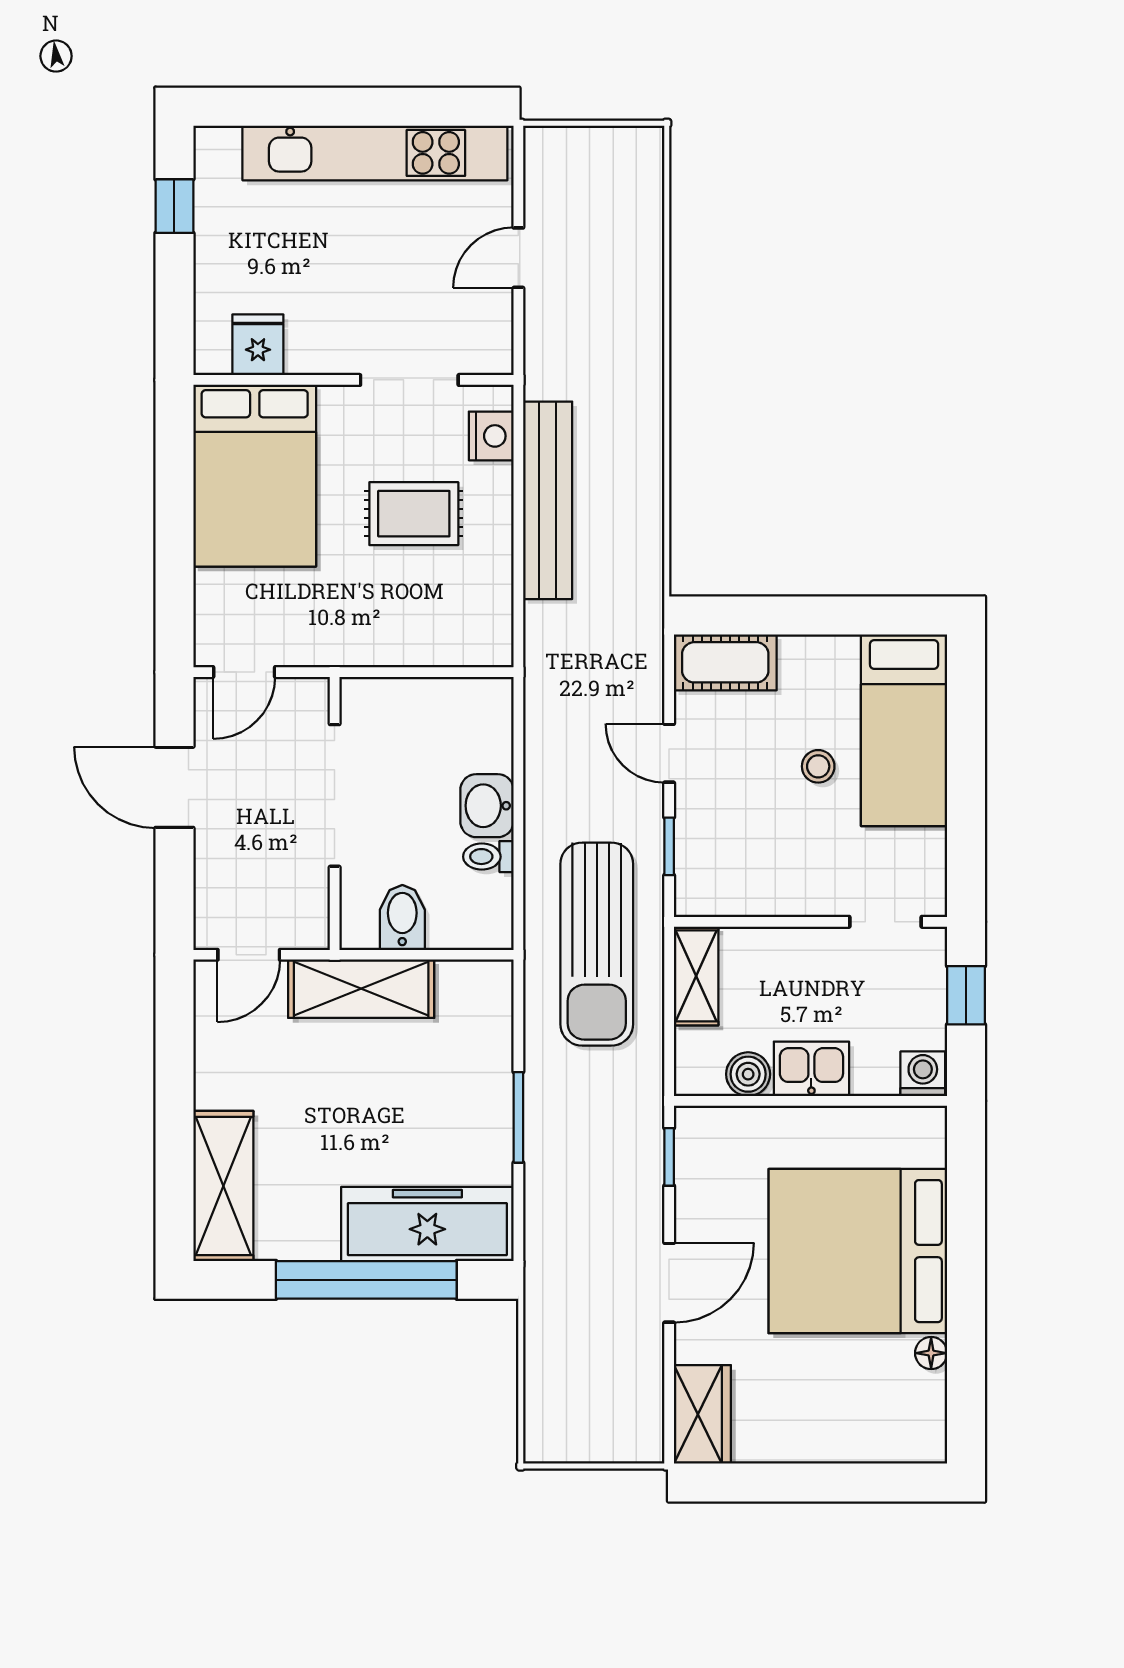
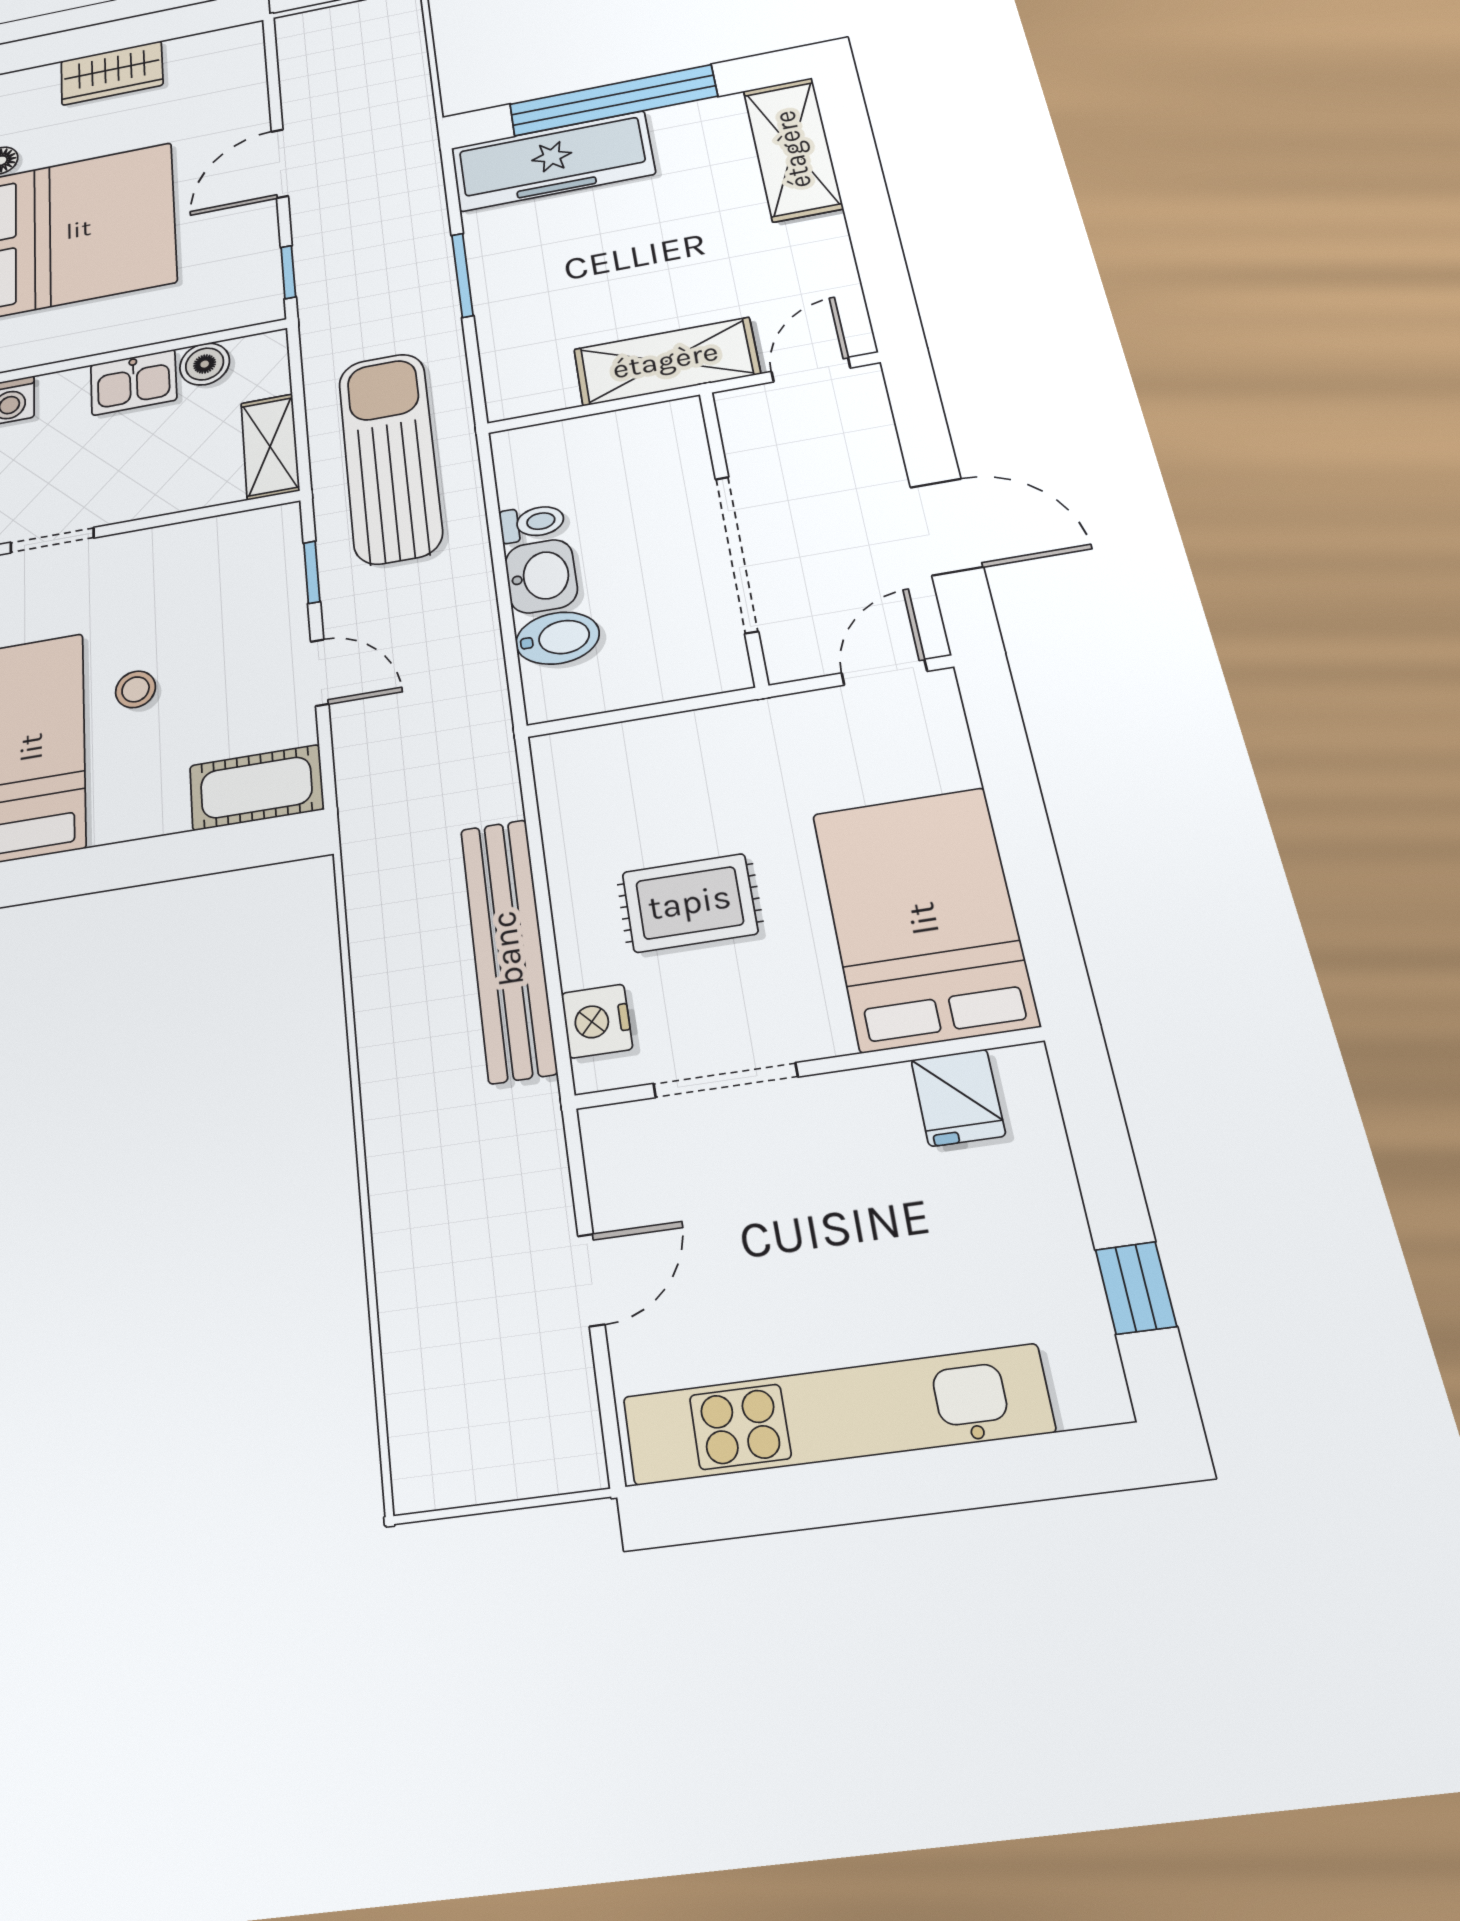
bidet: (402, 918) -> (557, 638), moved, turned -90
wardrobe: (702, 1414) -> (112, 73), moved, turned -90

